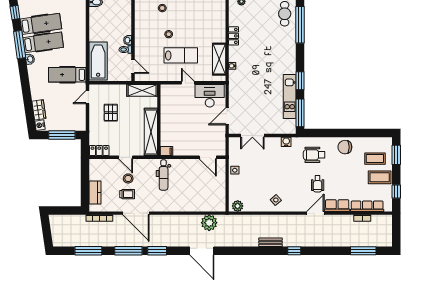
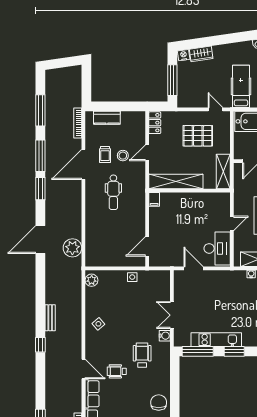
pallet: (111, 113) -> (198, 136), width x1.50, depth x1.42
double door: (252, 136) -> (172, 315), moved
wheelchair: (314, 155) -> (142, 355), moved
dental chair: (164, 175) -> (113, 192), moved, turned -90

